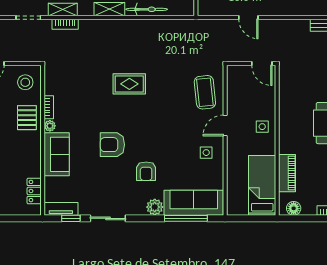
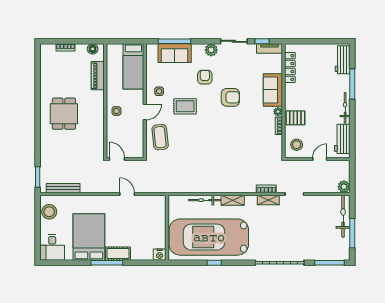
rug: (129, 84) -> (185, 106), moved
pallet: (27, 118) -> (295, 118), turned 90
bed: (262, 185) -> (133, 66), moved
locker: (34, 191) -> (290, 68), width x1.53
sofa: (194, 203) -> (175, 53), width x0.73
plant: (155, 207) -> (211, 50), moved

